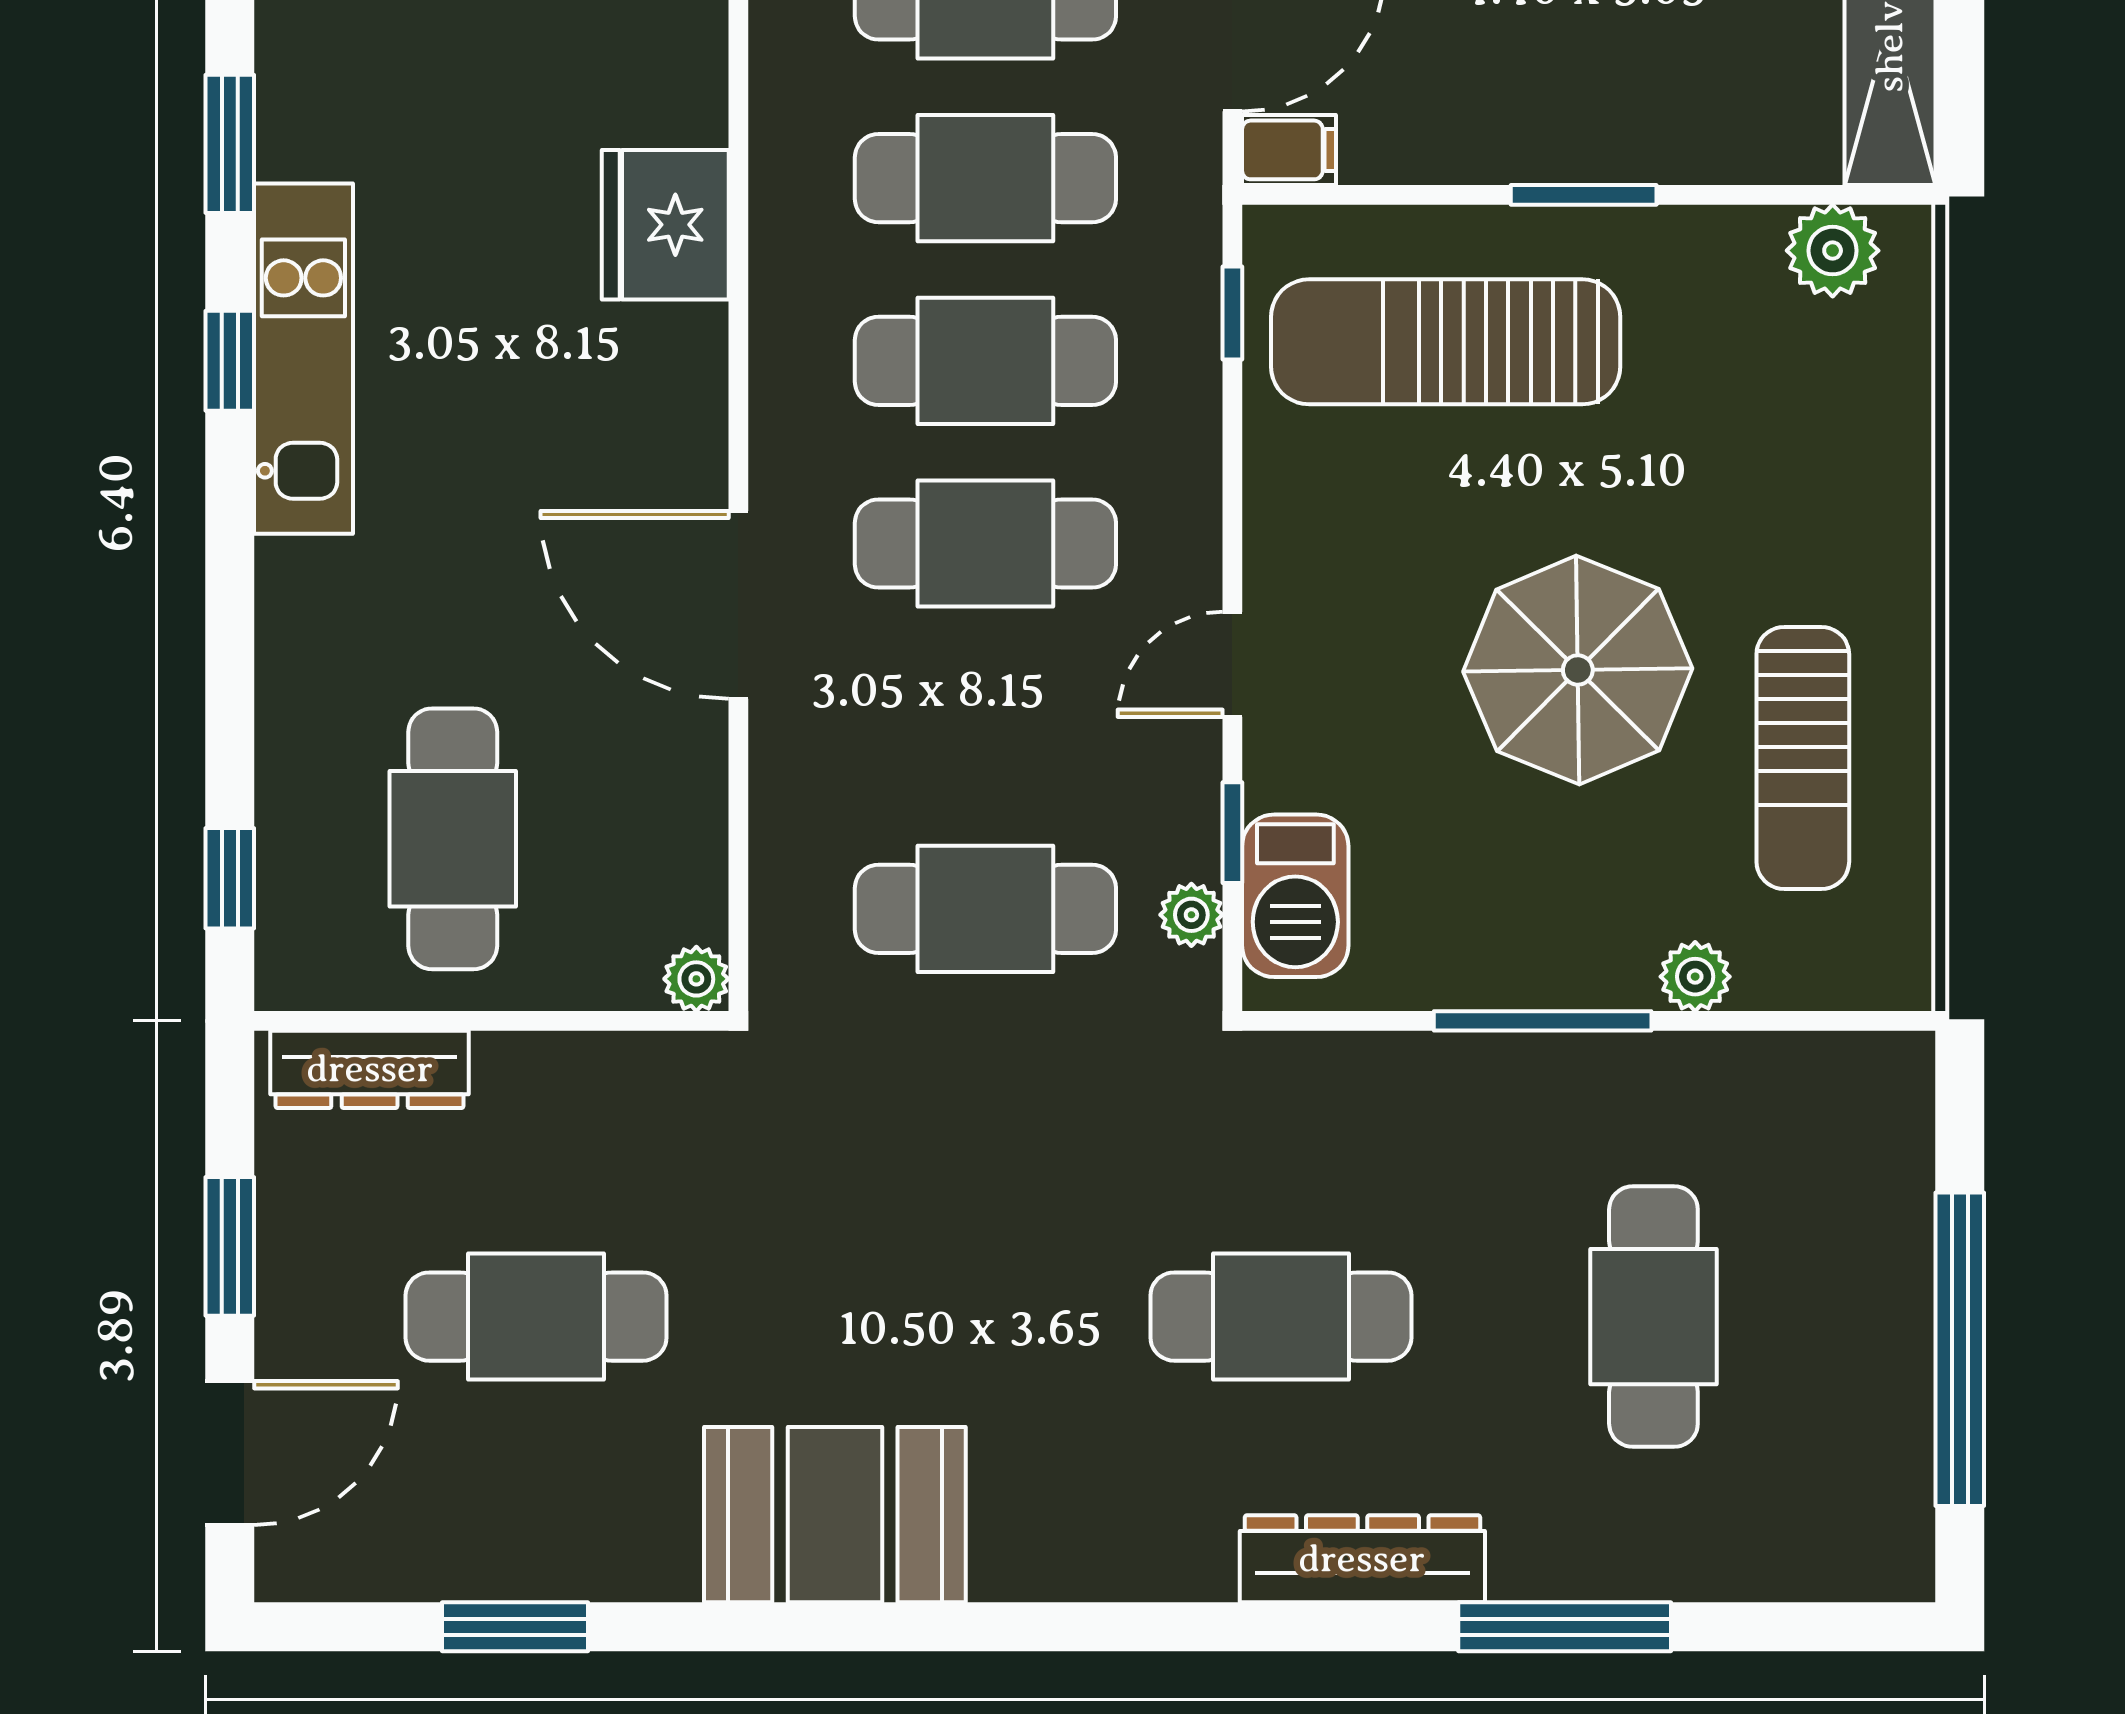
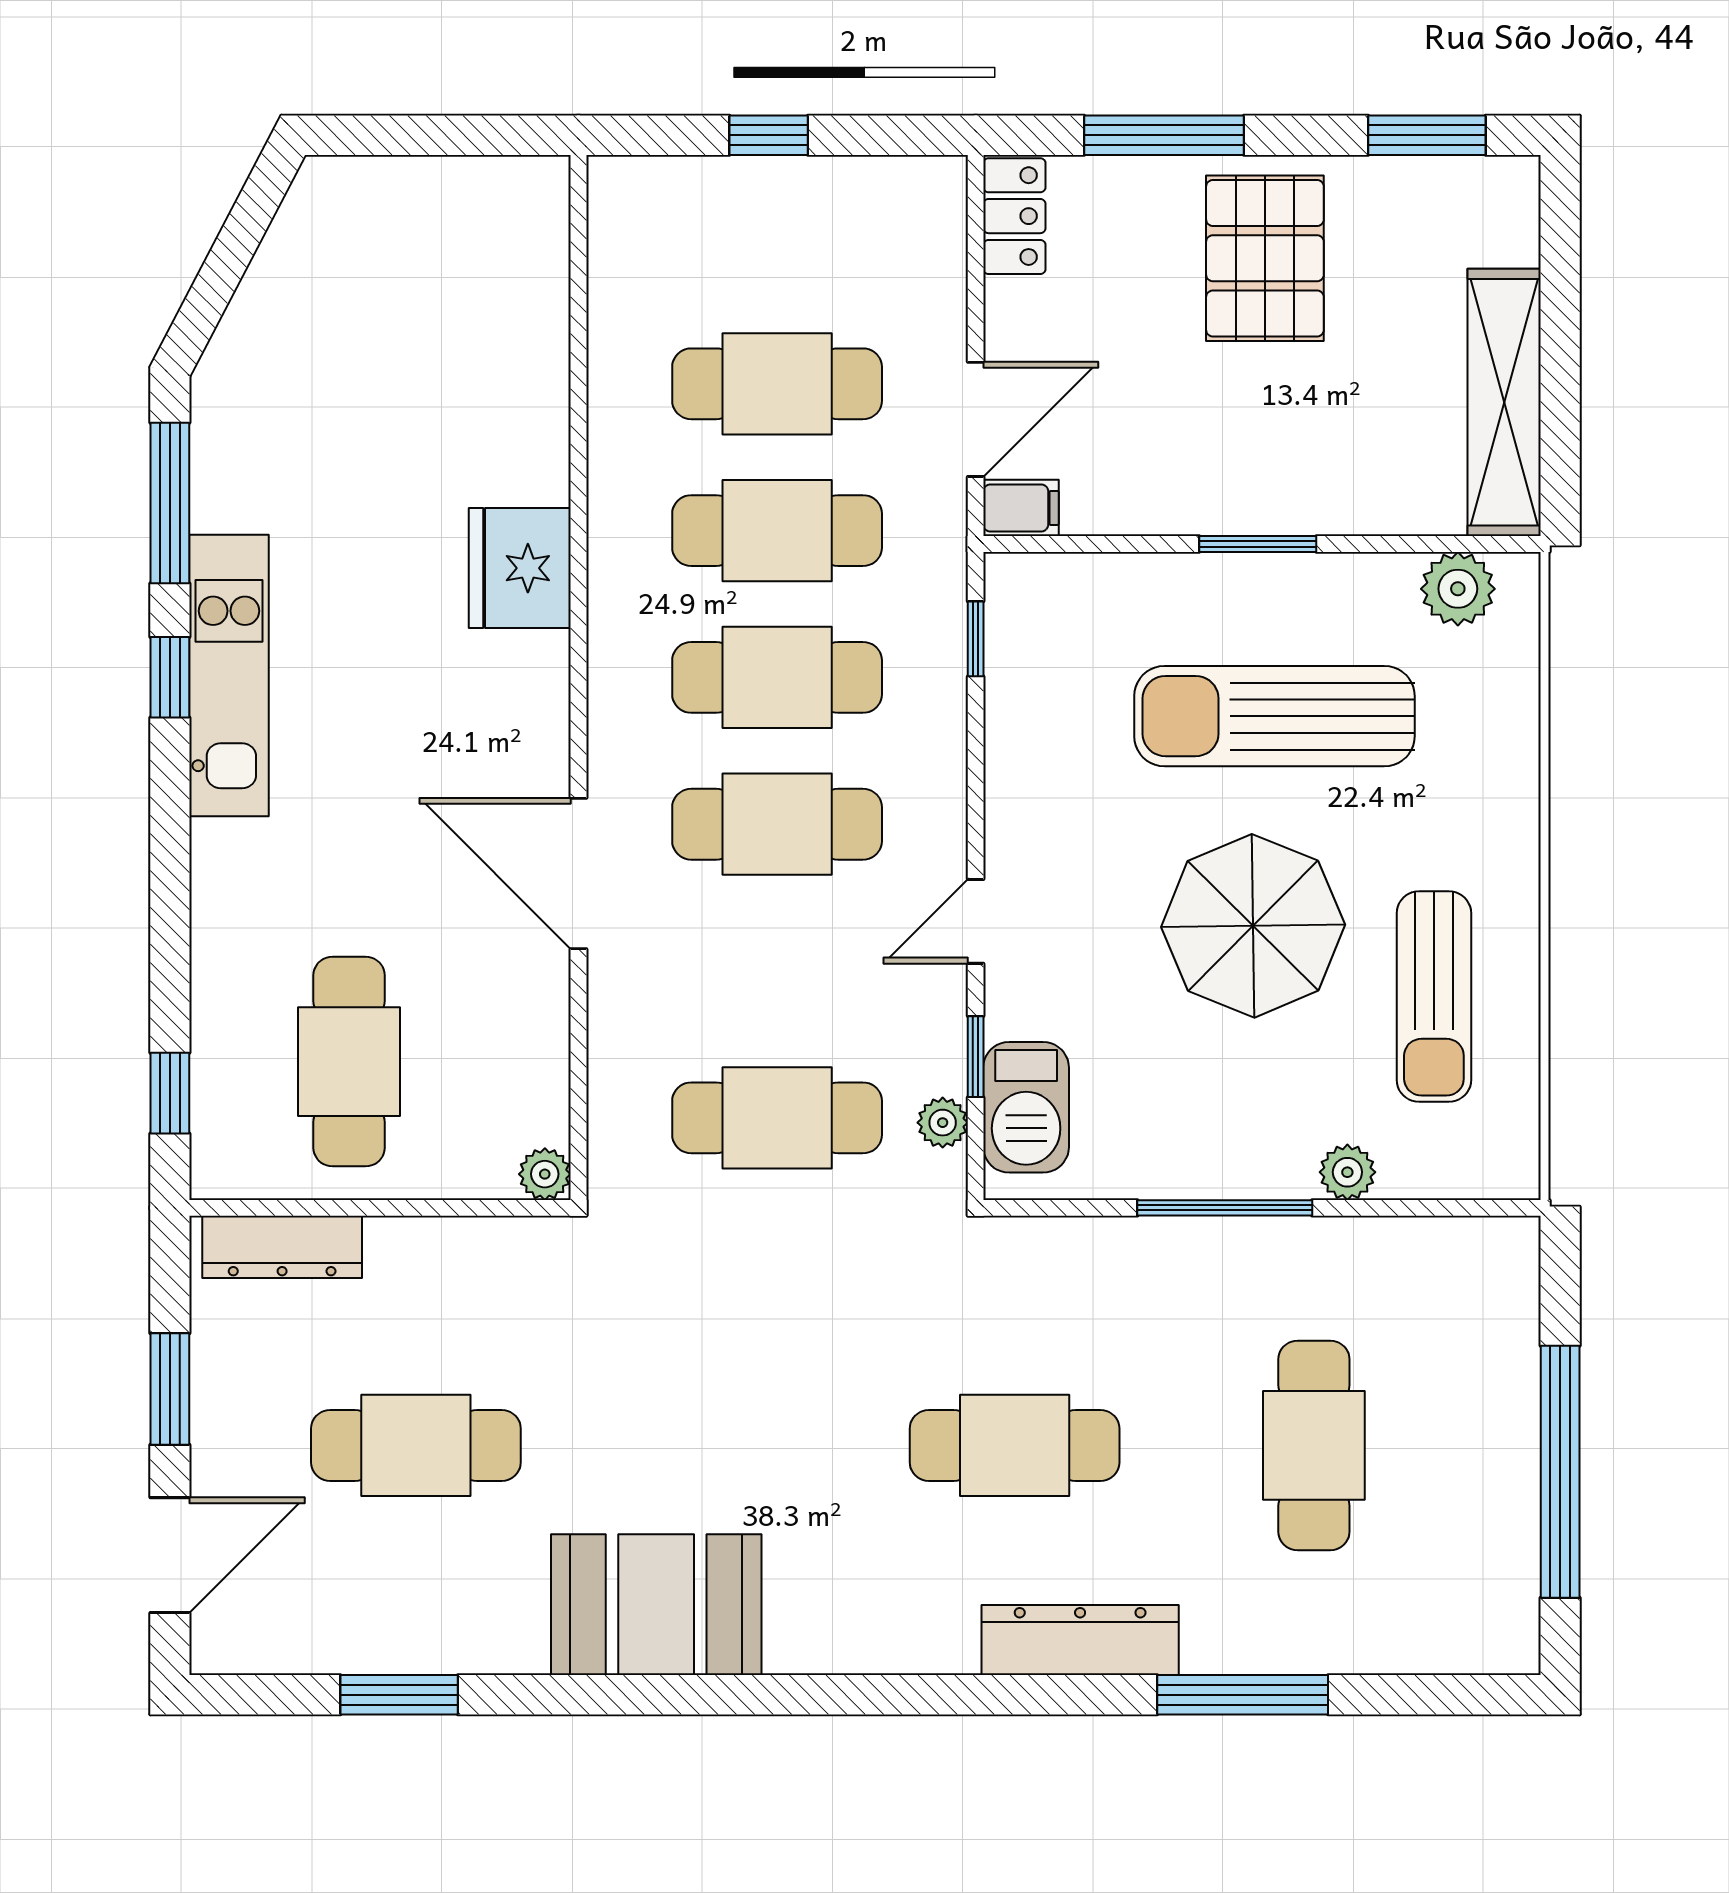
window: (230, 144) -> (170, 503), width x1.44
sun lounger: (1446, 342) -> (1274, 716), moved

